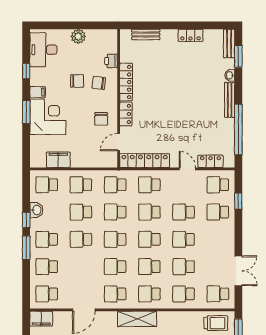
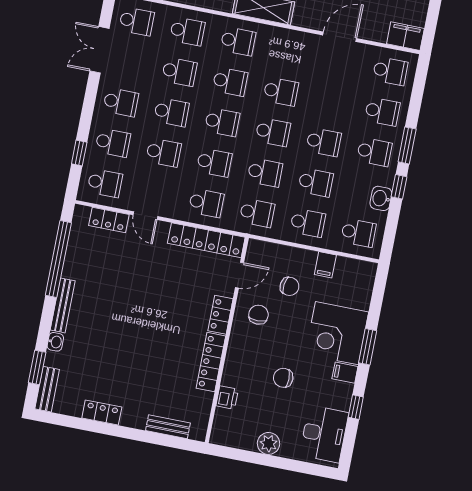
chair: (99, 83) -> (290, 286), moved
filing cabinet: (58, 160) -> (325, 265), width x0.50
school desk: (115, 294) -> (121, 102), moved

